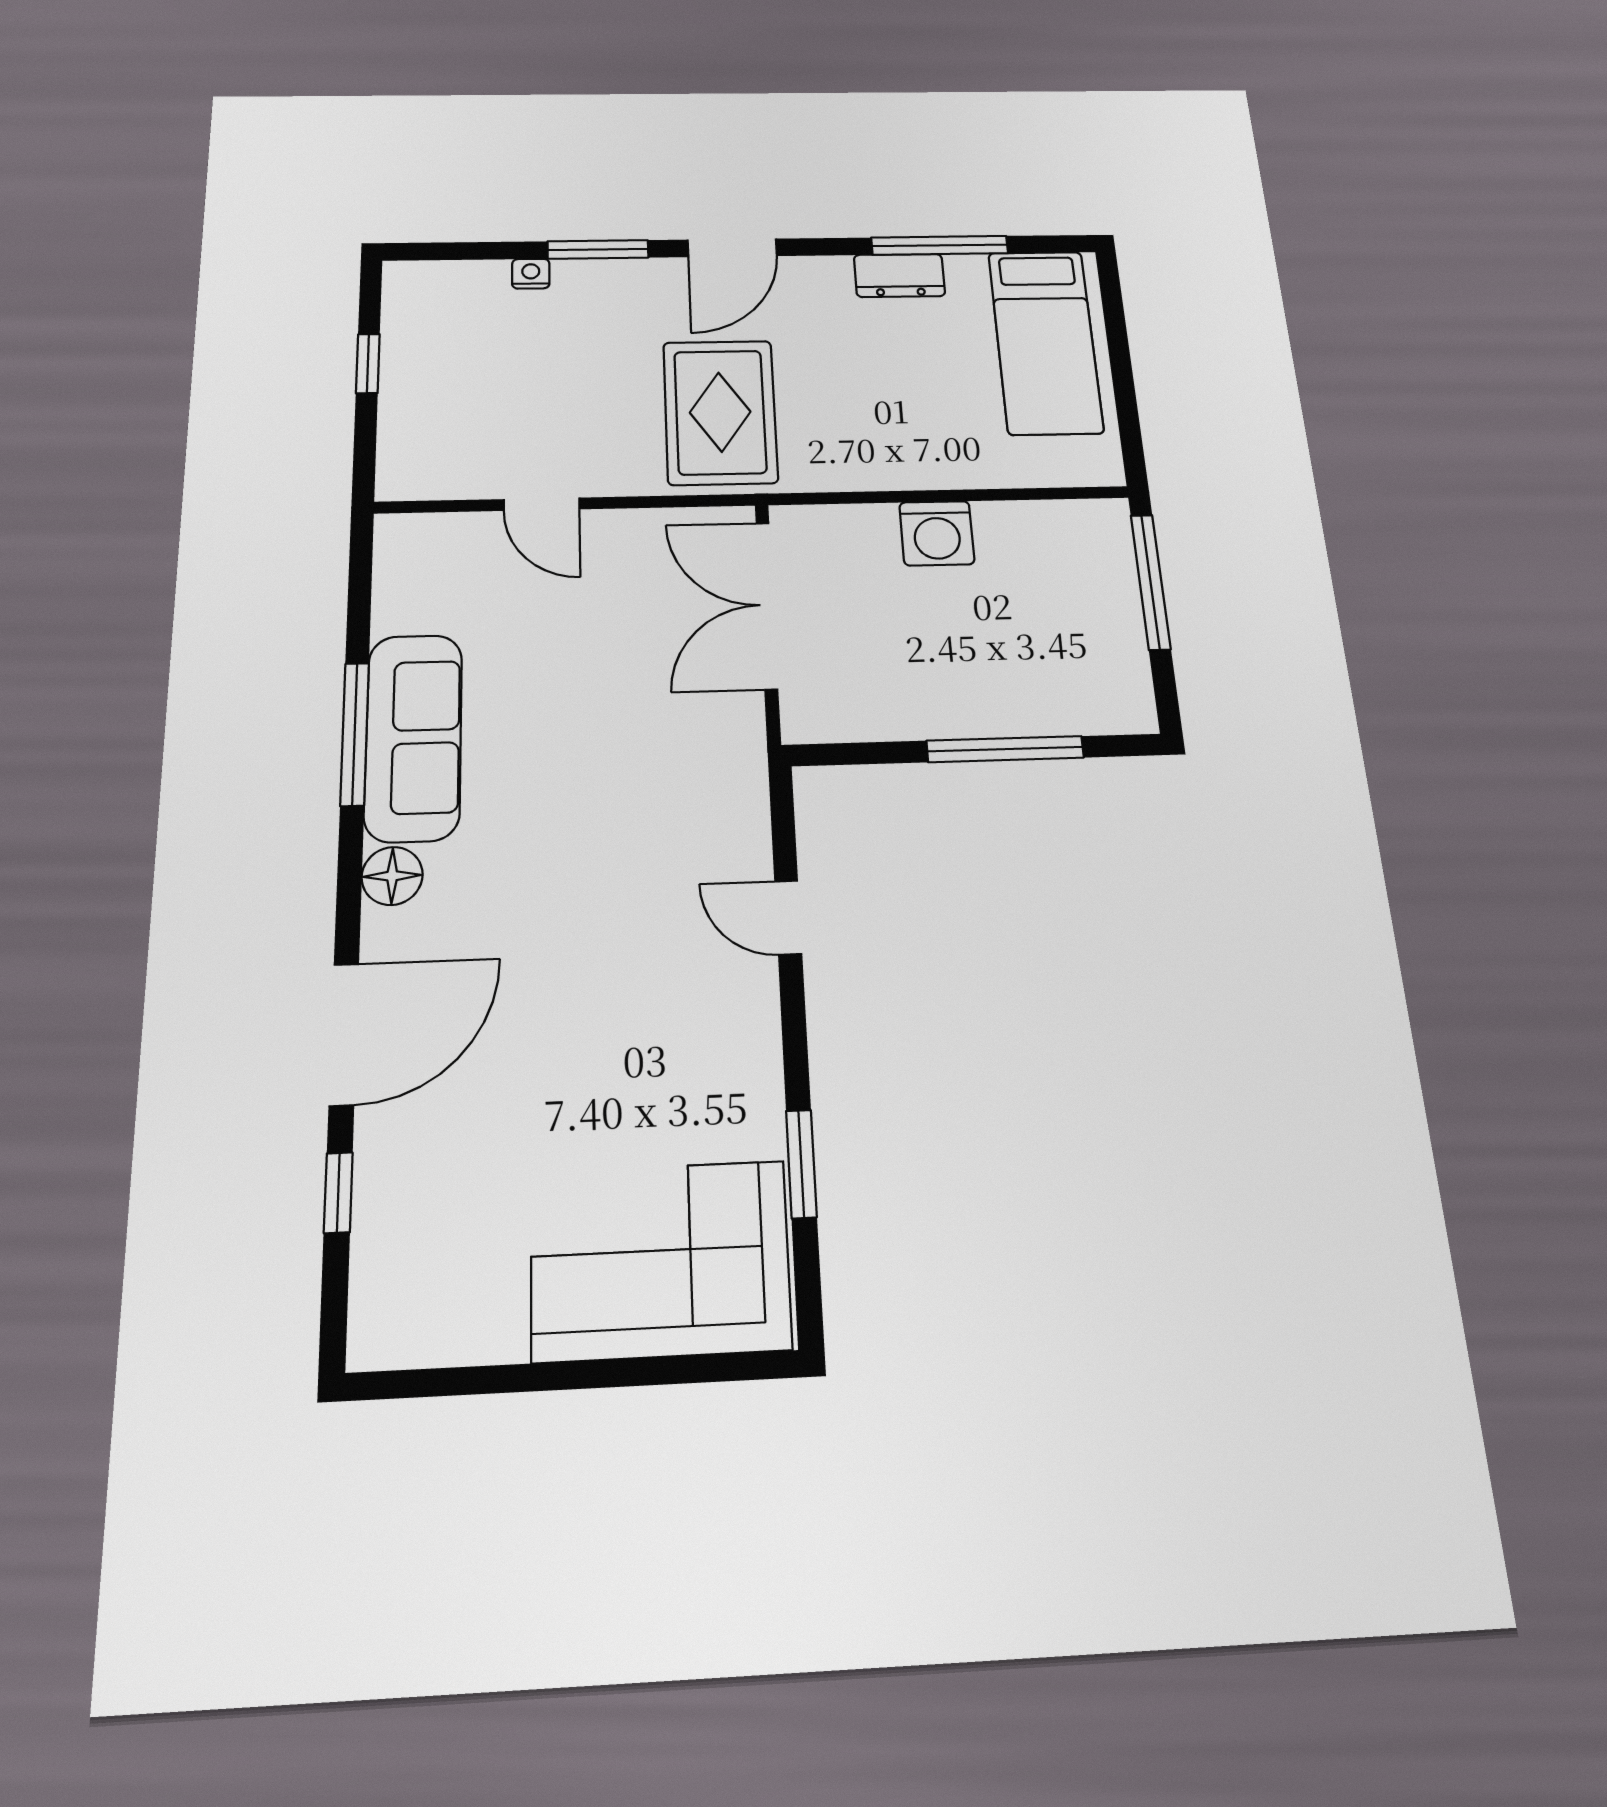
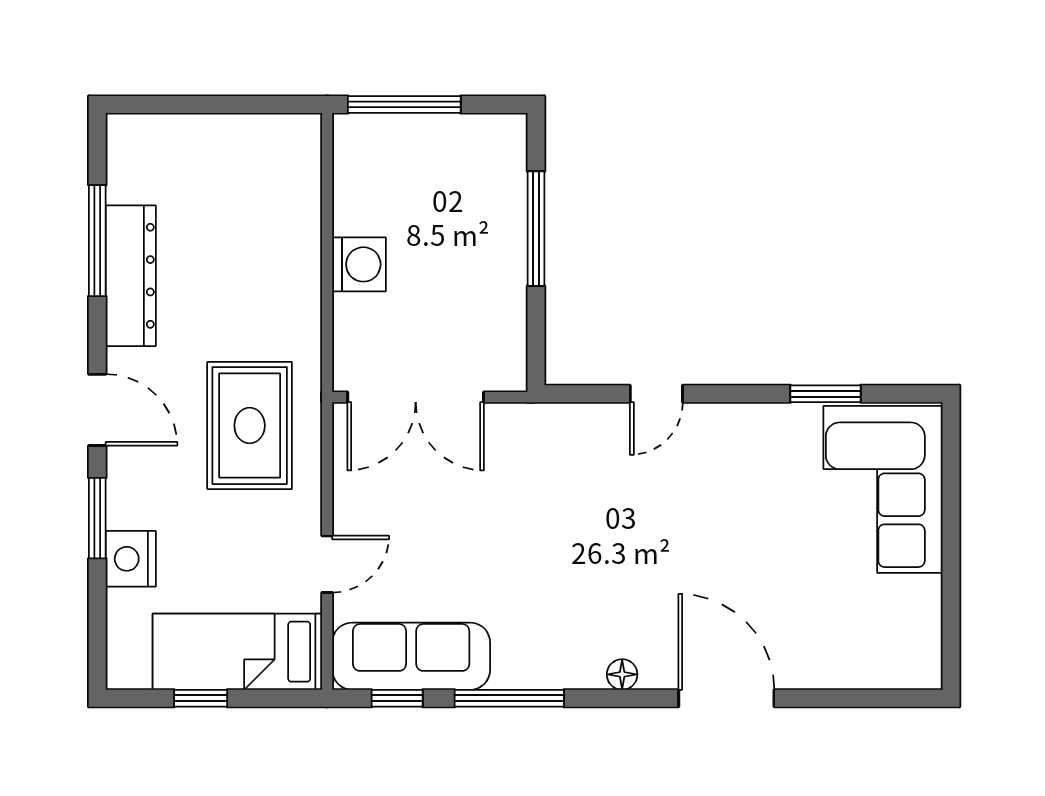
nightstand: (531, 274) -> (131, 559), width x1.89, depth x1.79
dresser: (899, 275) -> (131, 276), width x1.96, depth x1.24
bed: (1045, 342) -> (237, 652), moved, turned 180
rug: (720, 412) -> (250, 426), turned 90
sofa: (414, 737) -> (411, 656), moved
floor lamp: (392, 876) -> (622, 674), width x0.73, depth x0.73
window: (338, 1193) -> (397, 698), moved

